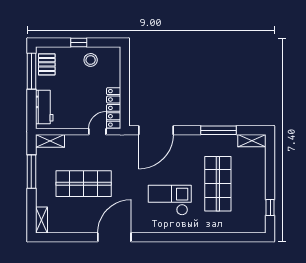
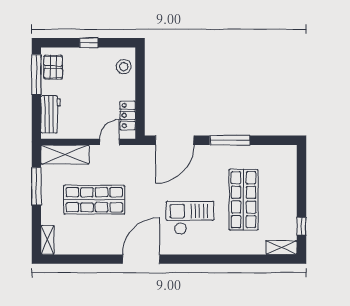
stool: (91, 60) -> (124, 67), moved
locker: (114, 108) -> (128, 115), width x0.66
window: (218, 130) -> (230, 140), moved
shelving: (50, 141) -> (65, 154), width x1.50, depth x1.33
shelving: (252, 141) -> (281, 248), moved
door: (114, 237) -> (141, 259), moved

